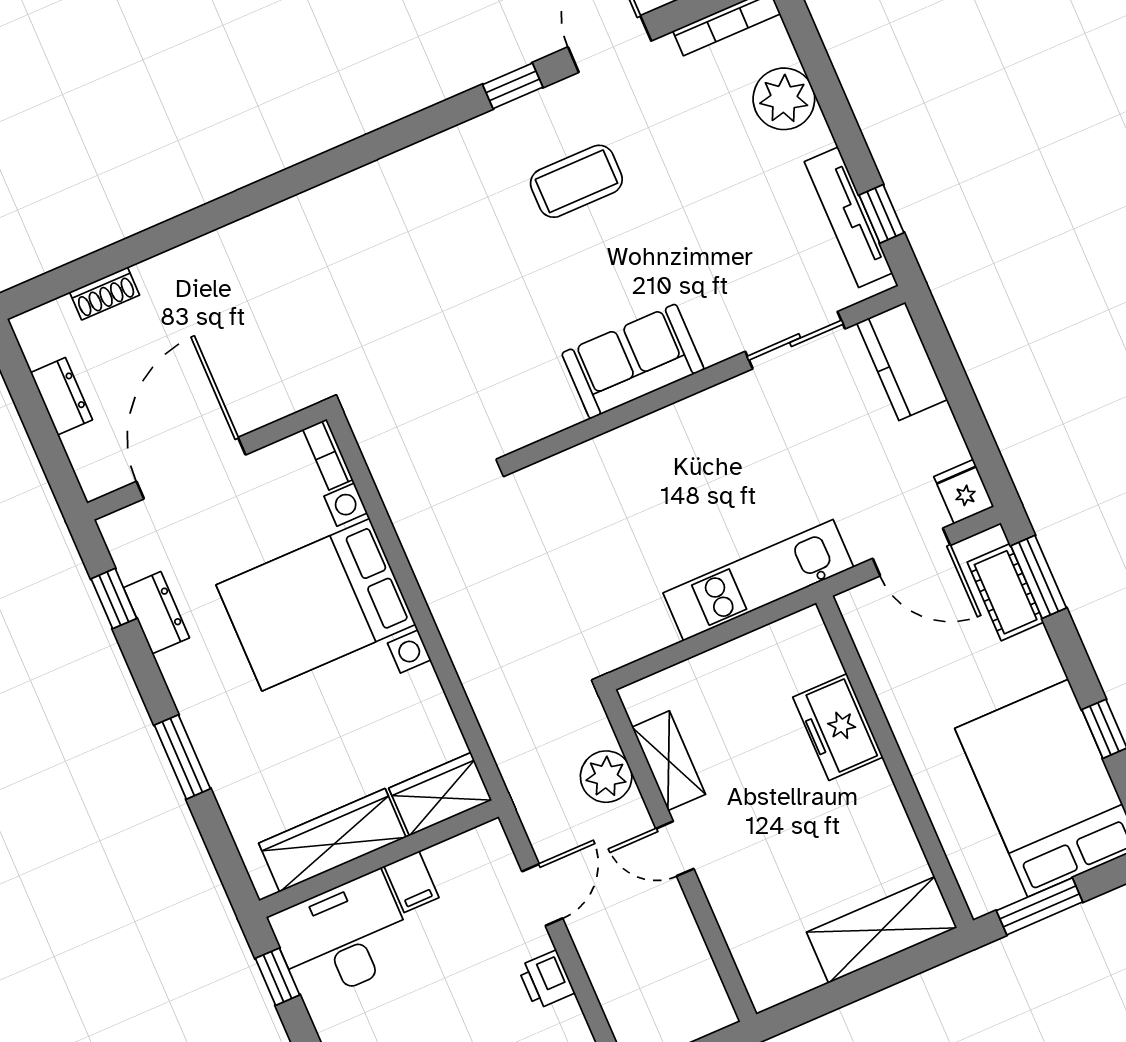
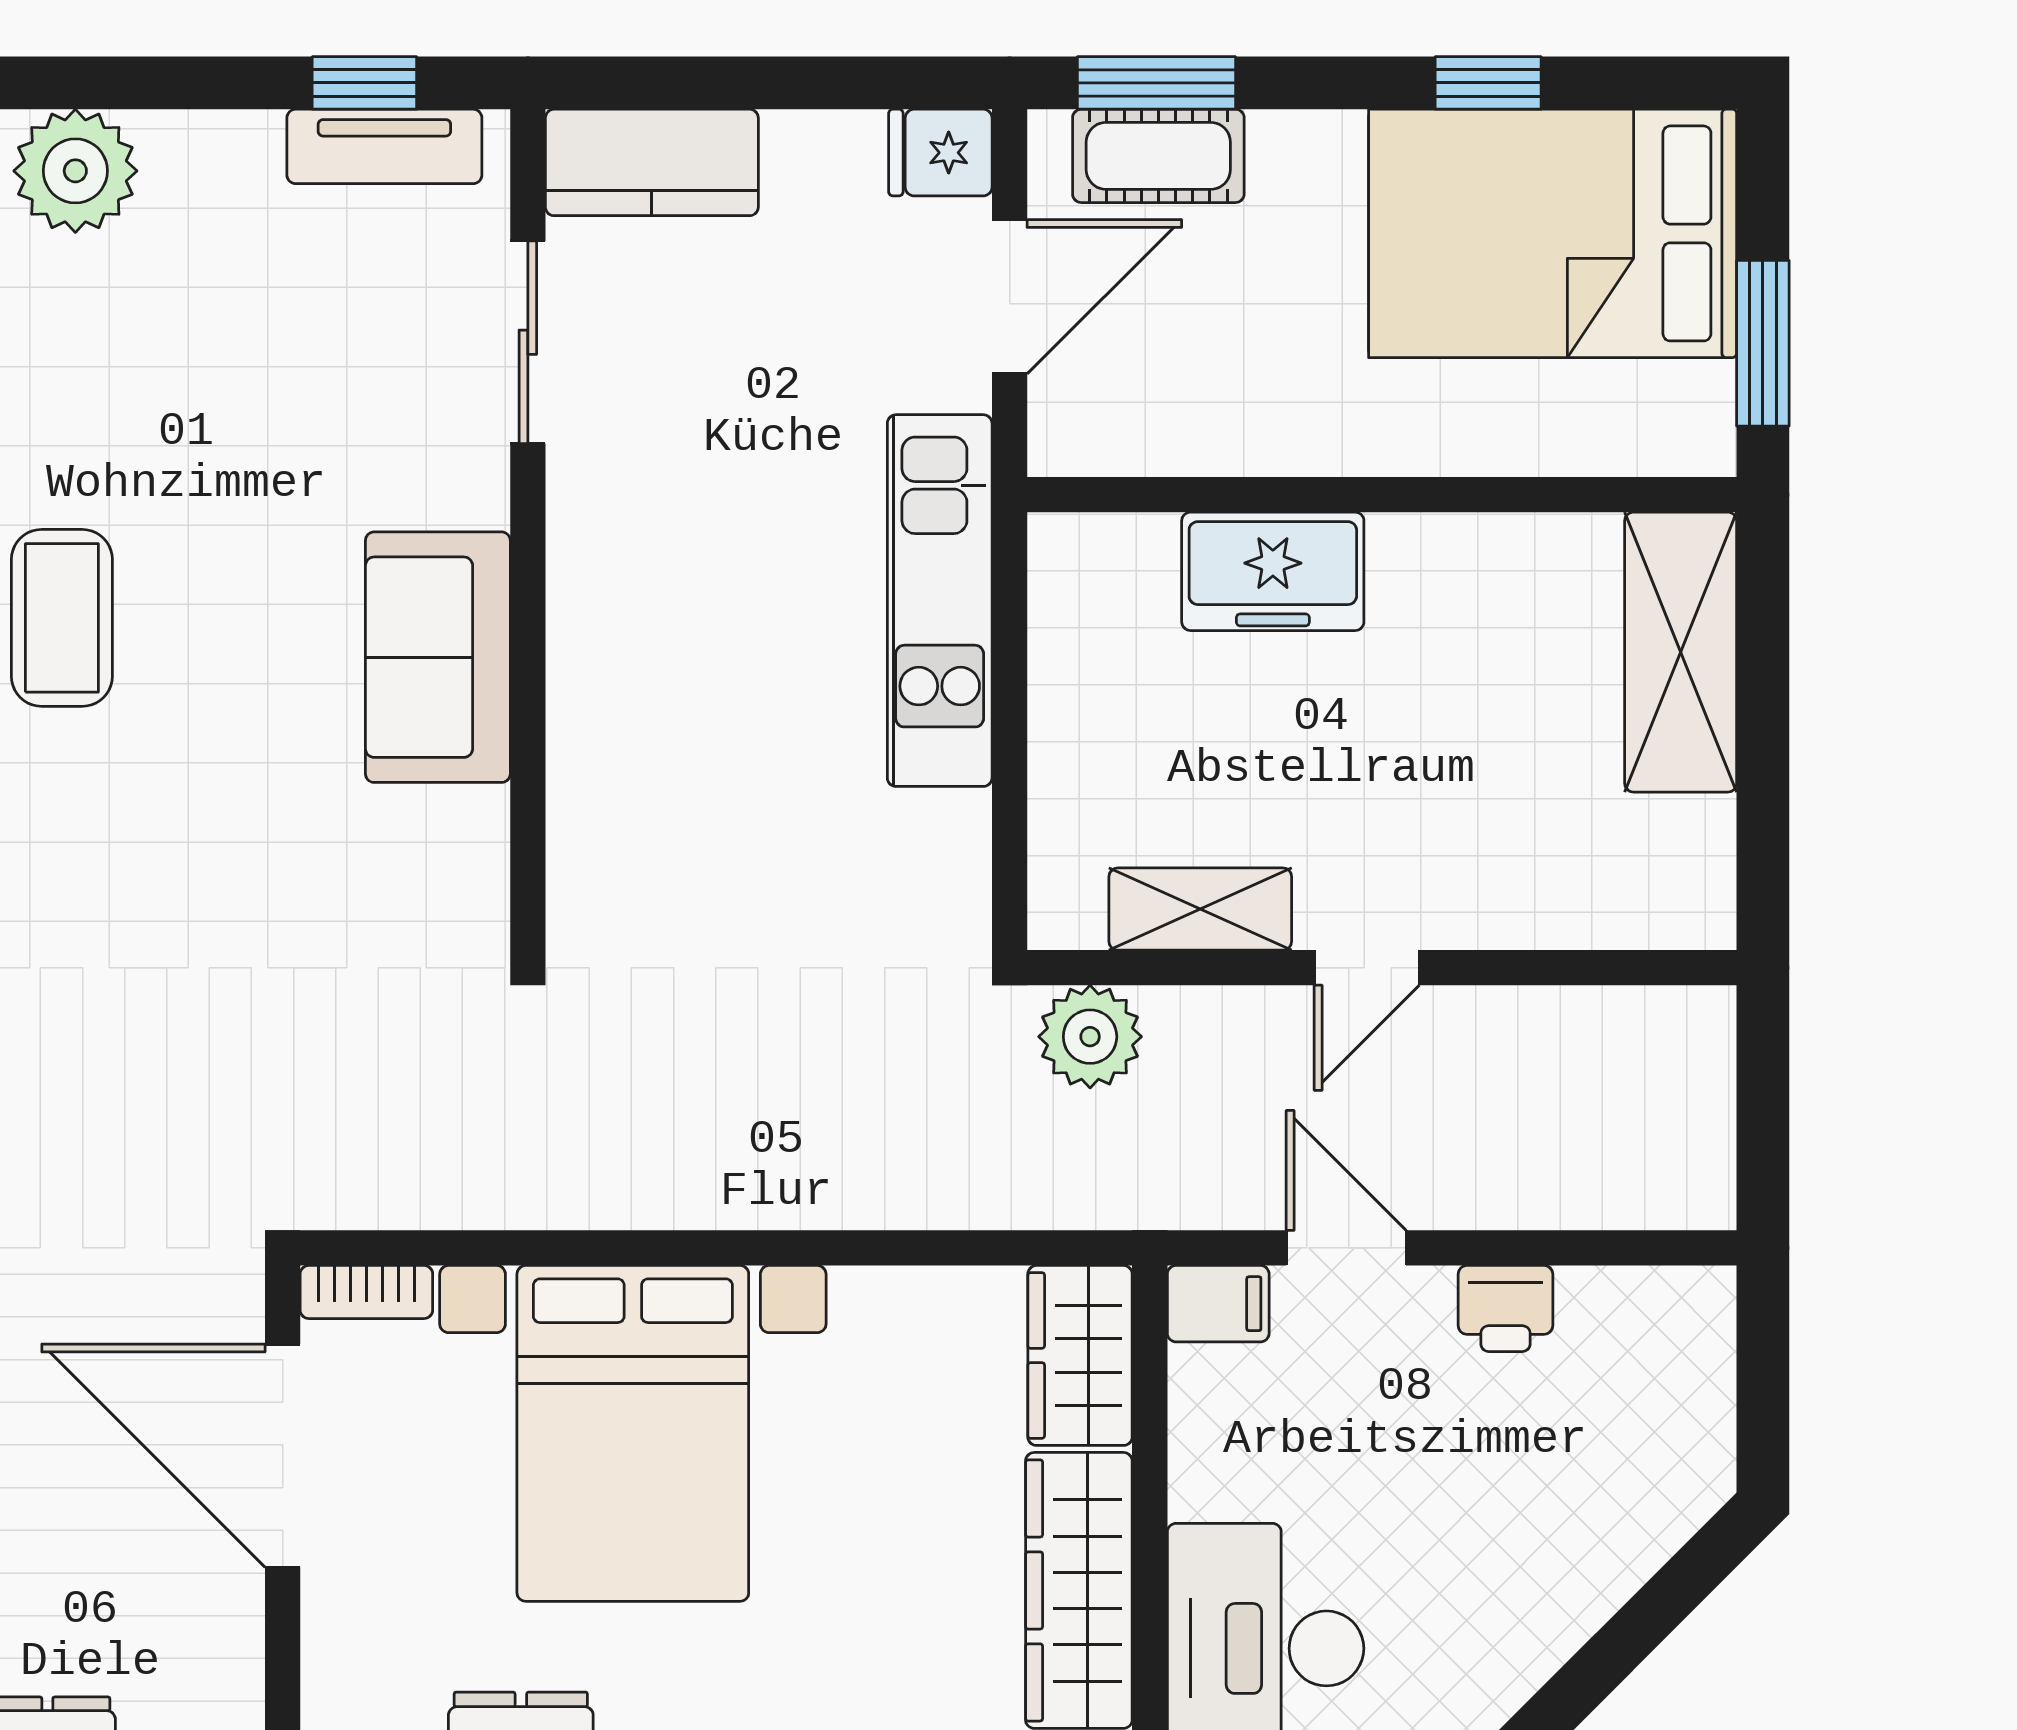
tv unit: (848, 217) -> (384, 146), width x0.71
door: (191, 468) -> (283, 1456), moved
plant: (606, 777) -> (1090, 1037), moved
filing cabinet: (411, 882) -> (1218, 1304), moved

